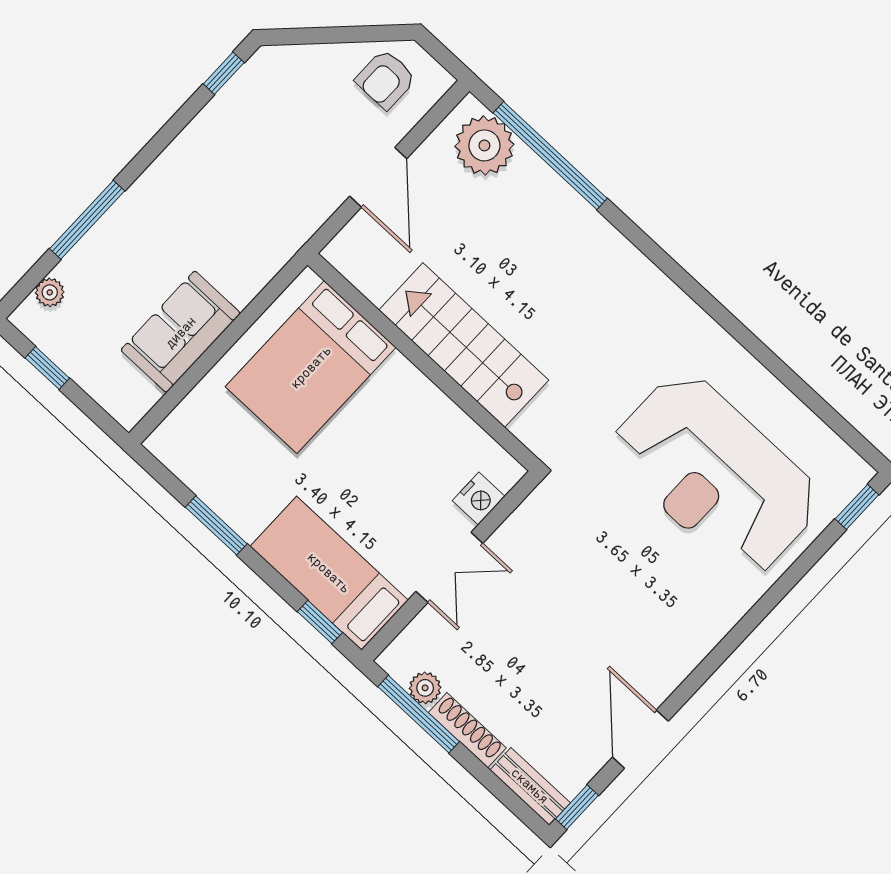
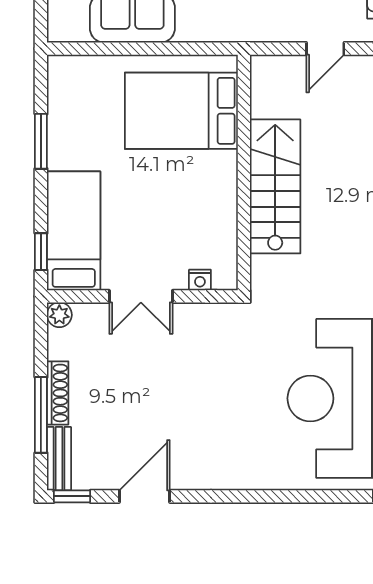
door: (378, 177) -> (325, 49), width x0.73
nightstand: (479, 499) -> (200, 280), width x0.72, depth x0.74
plant: (425, 688) -> (59, 315), moved
window: (419, 714) -> (41, 415), moved

